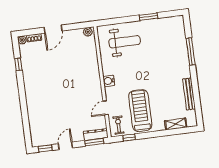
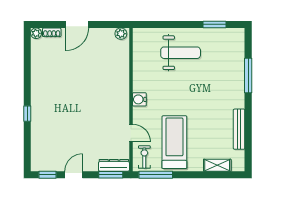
window: (149, 17) -> (215, 24), moved
weight bench: (125, 42) -> (181, 53), moved
window: (18, 64) -> (27, 114), moved
door: (106, 108) -> (131, 133), swing flipped
window: (129, 138) -> (156, 175), width x2.17

